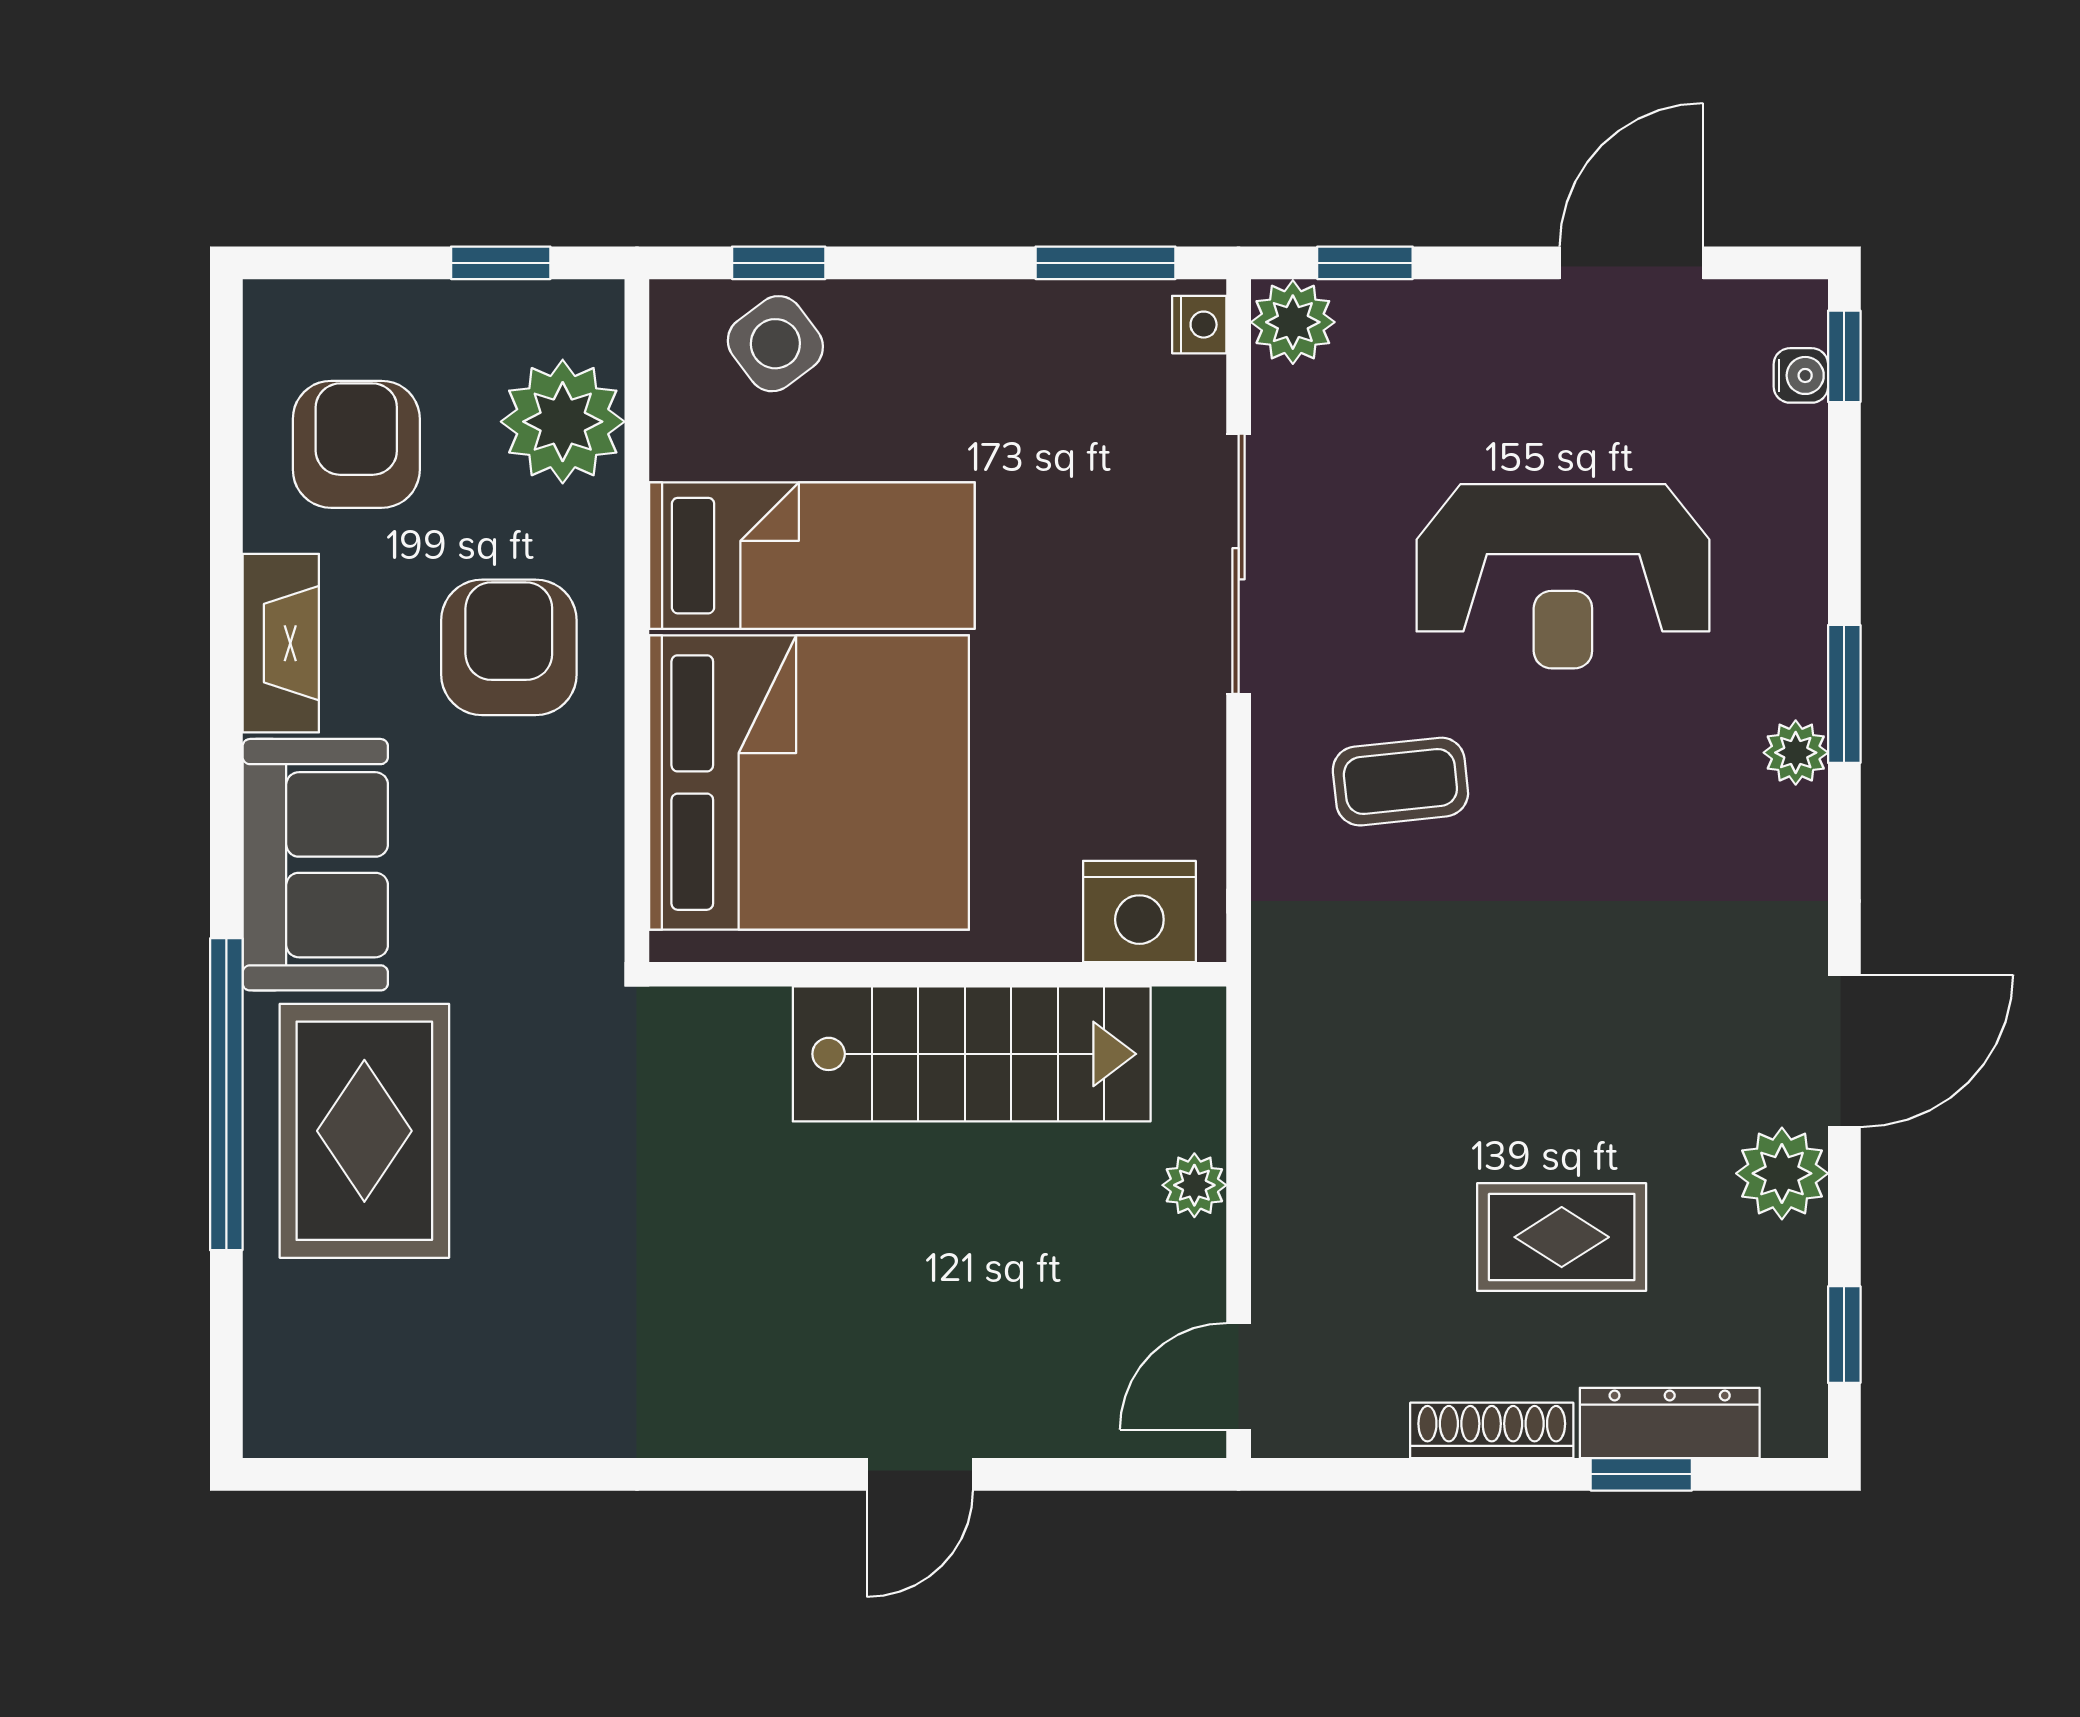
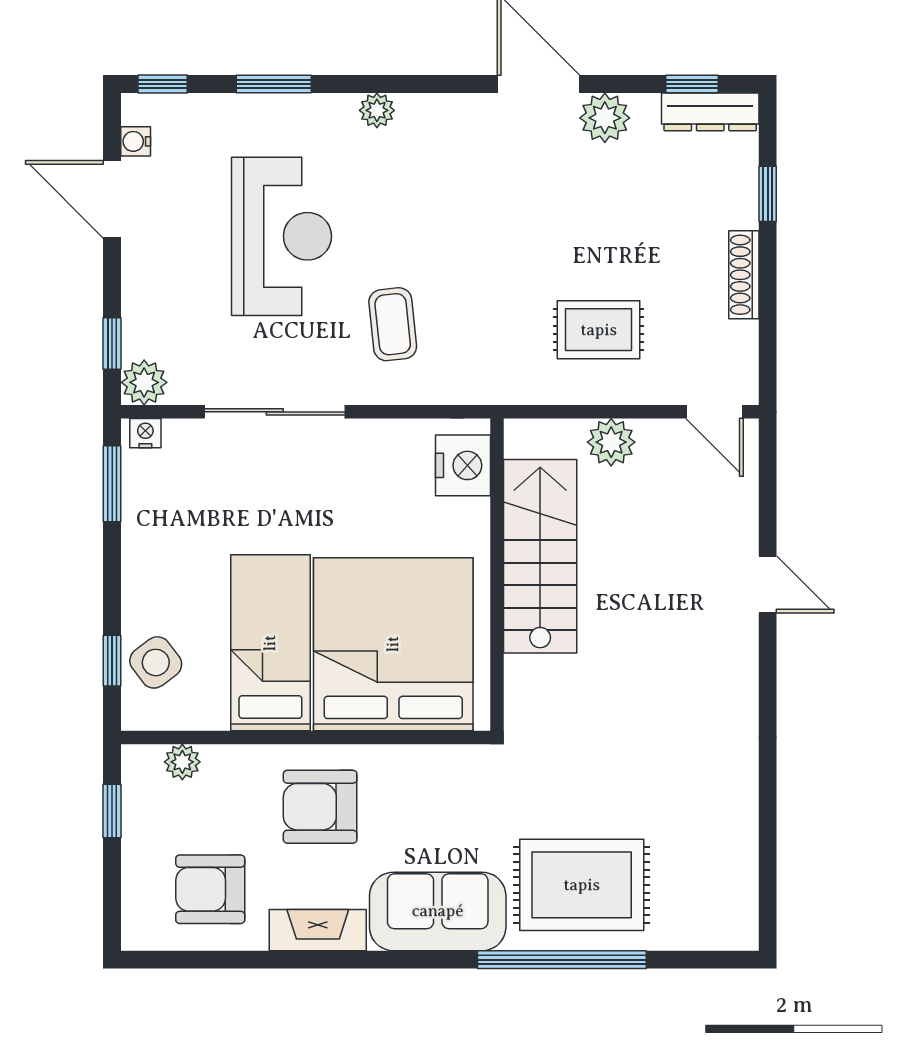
water cooler: (1801, 375) -> (136, 141), moved, turned -90
plant: (563, 422) -> (182, 762), width x0.53, depth x0.53
window: (1844, 694) -> (274, 84), moved
plant: (1194, 1185) -> (611, 442), width x1.38, depth x1.38
rug: (1562, 1237) -> (599, 330), moved, turned 90
dresser: (1670, 1423) -> (710, 112), moved, turned -90

